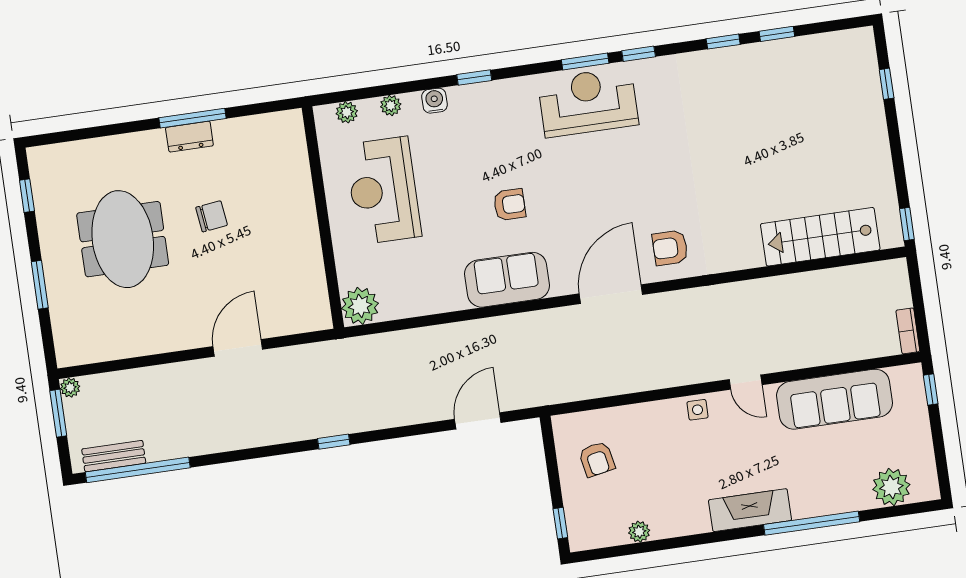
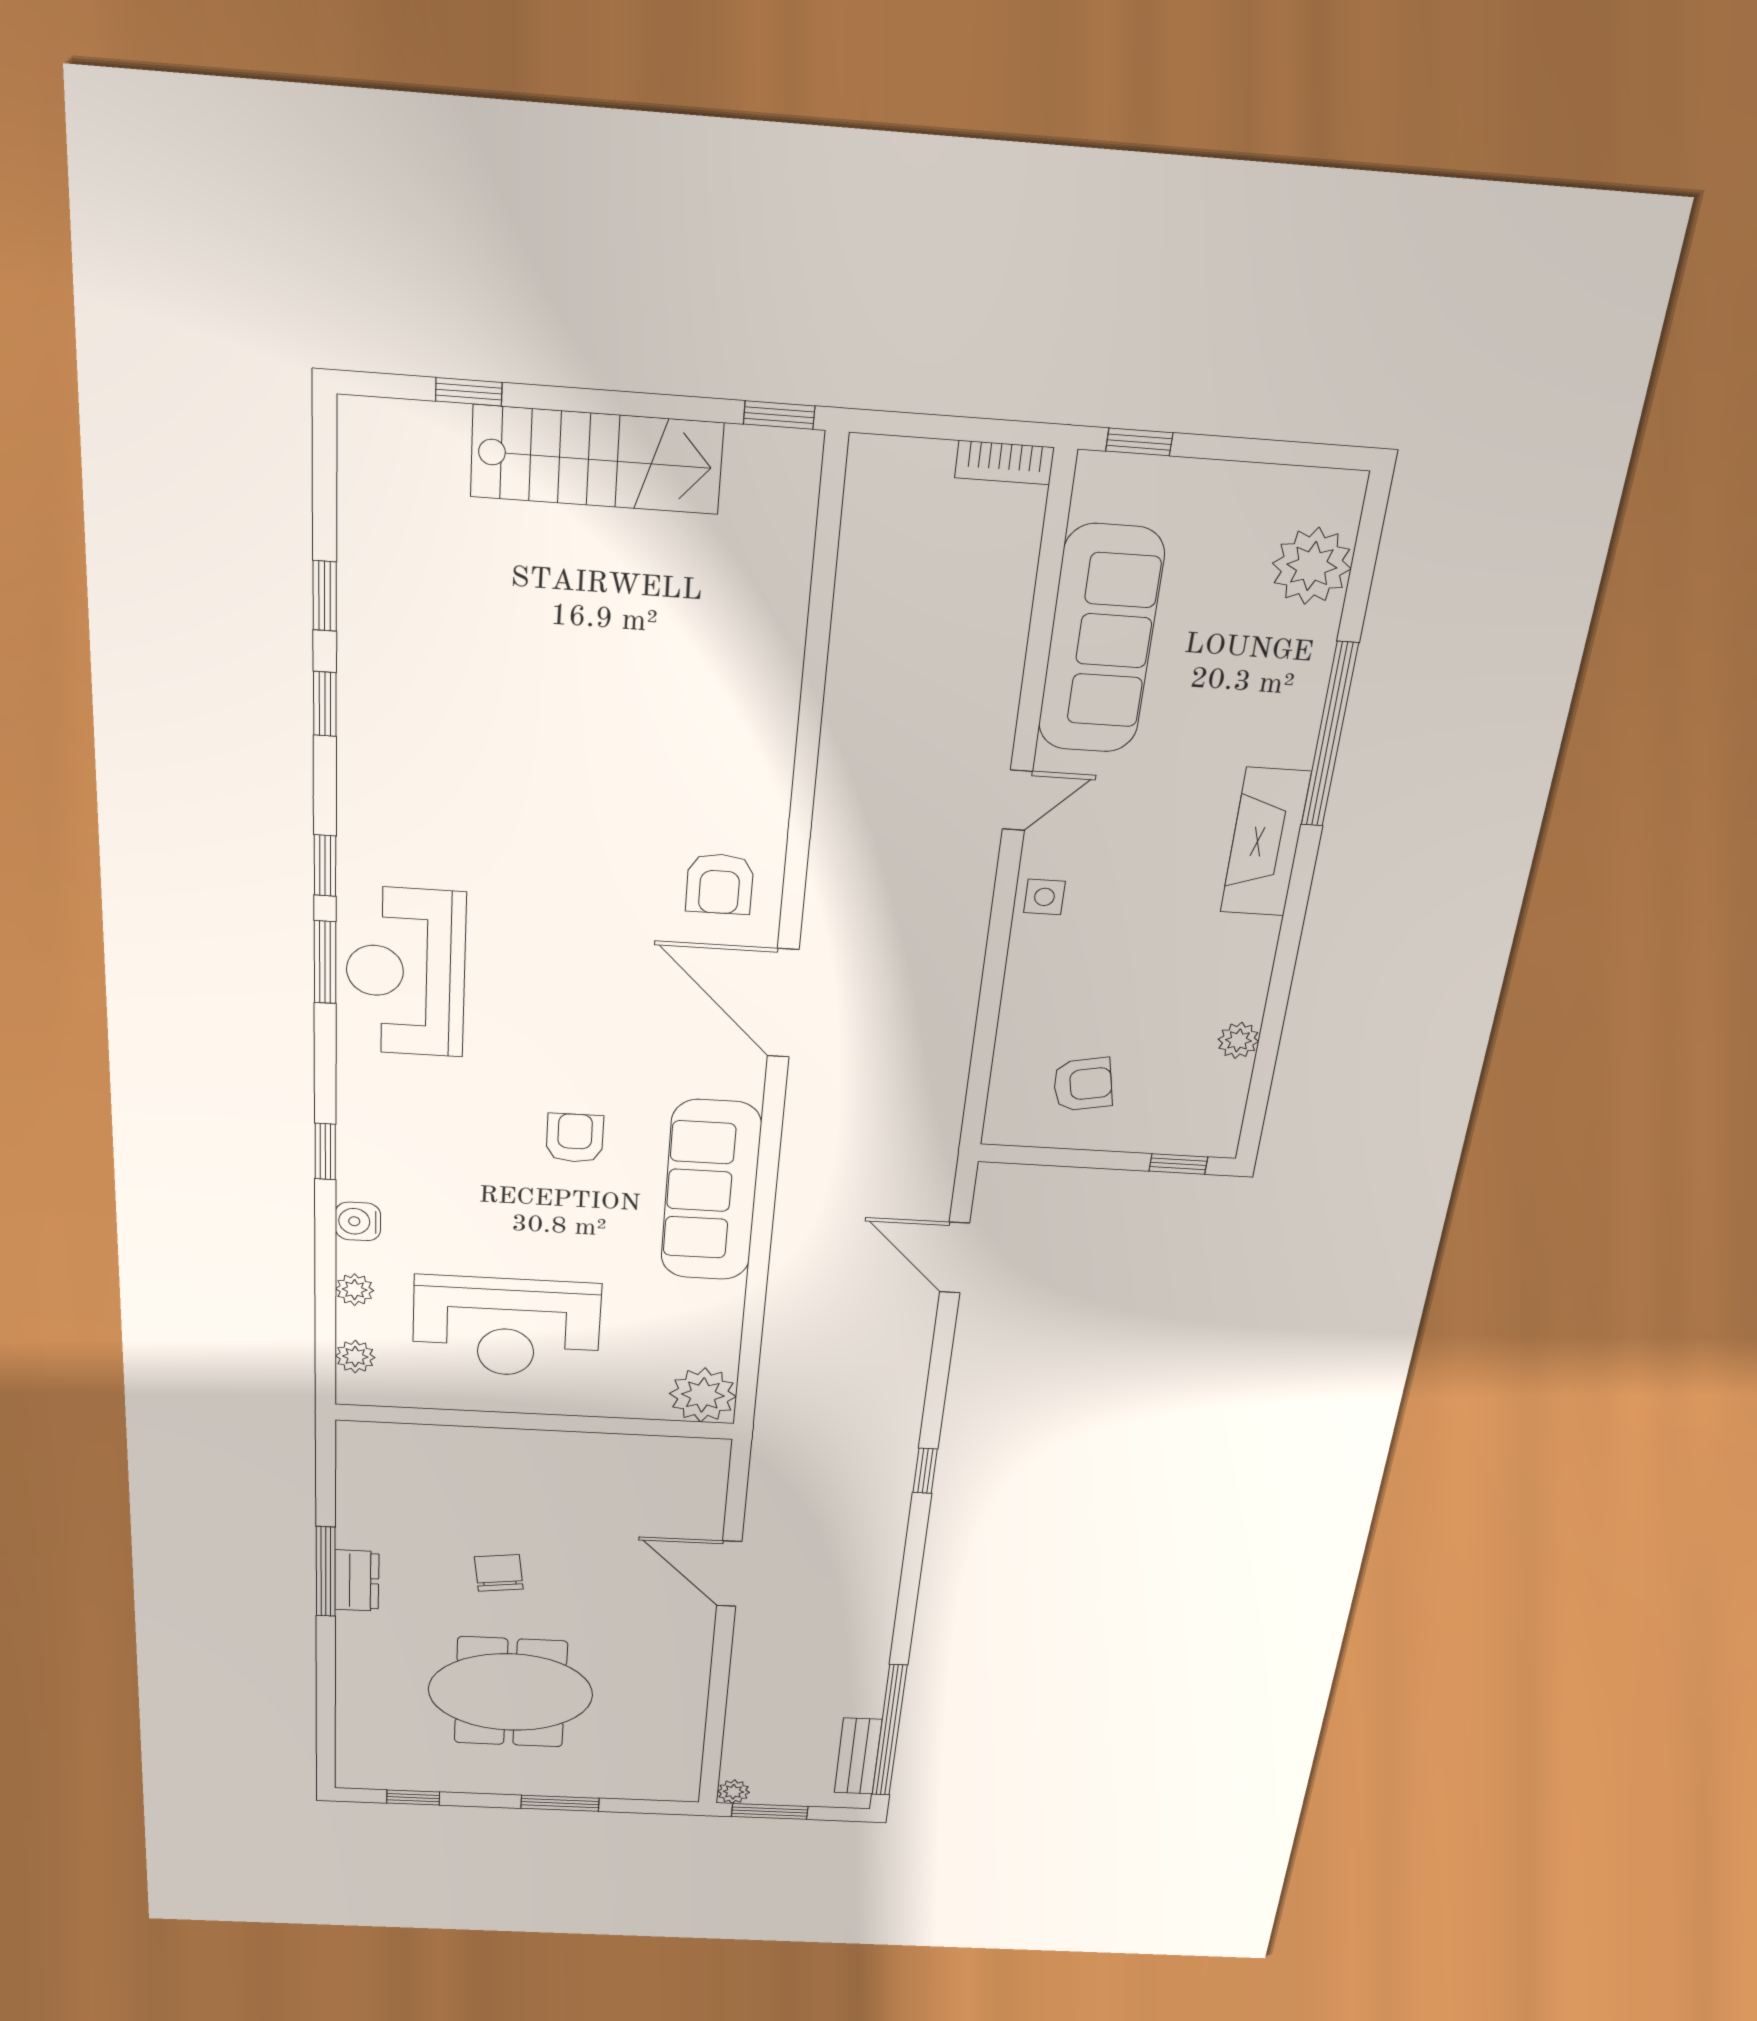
stairs: (820, 237) -> (597, 460), moved, turned -90
sofa: (507, 280) -> (711, 1191), width x1.36

